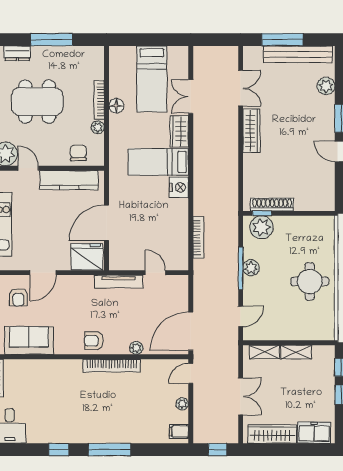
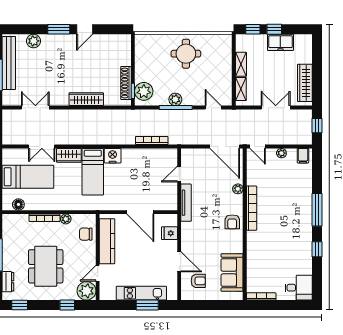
floor lamp: (116, 106) -> (18, 204), moved
wardrobe: (251, 131) -> (86, 99), moved
fridge: (87, 257) -> (169, 233), width x0.53, depth x0.75
freezer: (314, 433) -> (280, 42), moved, turned -90

